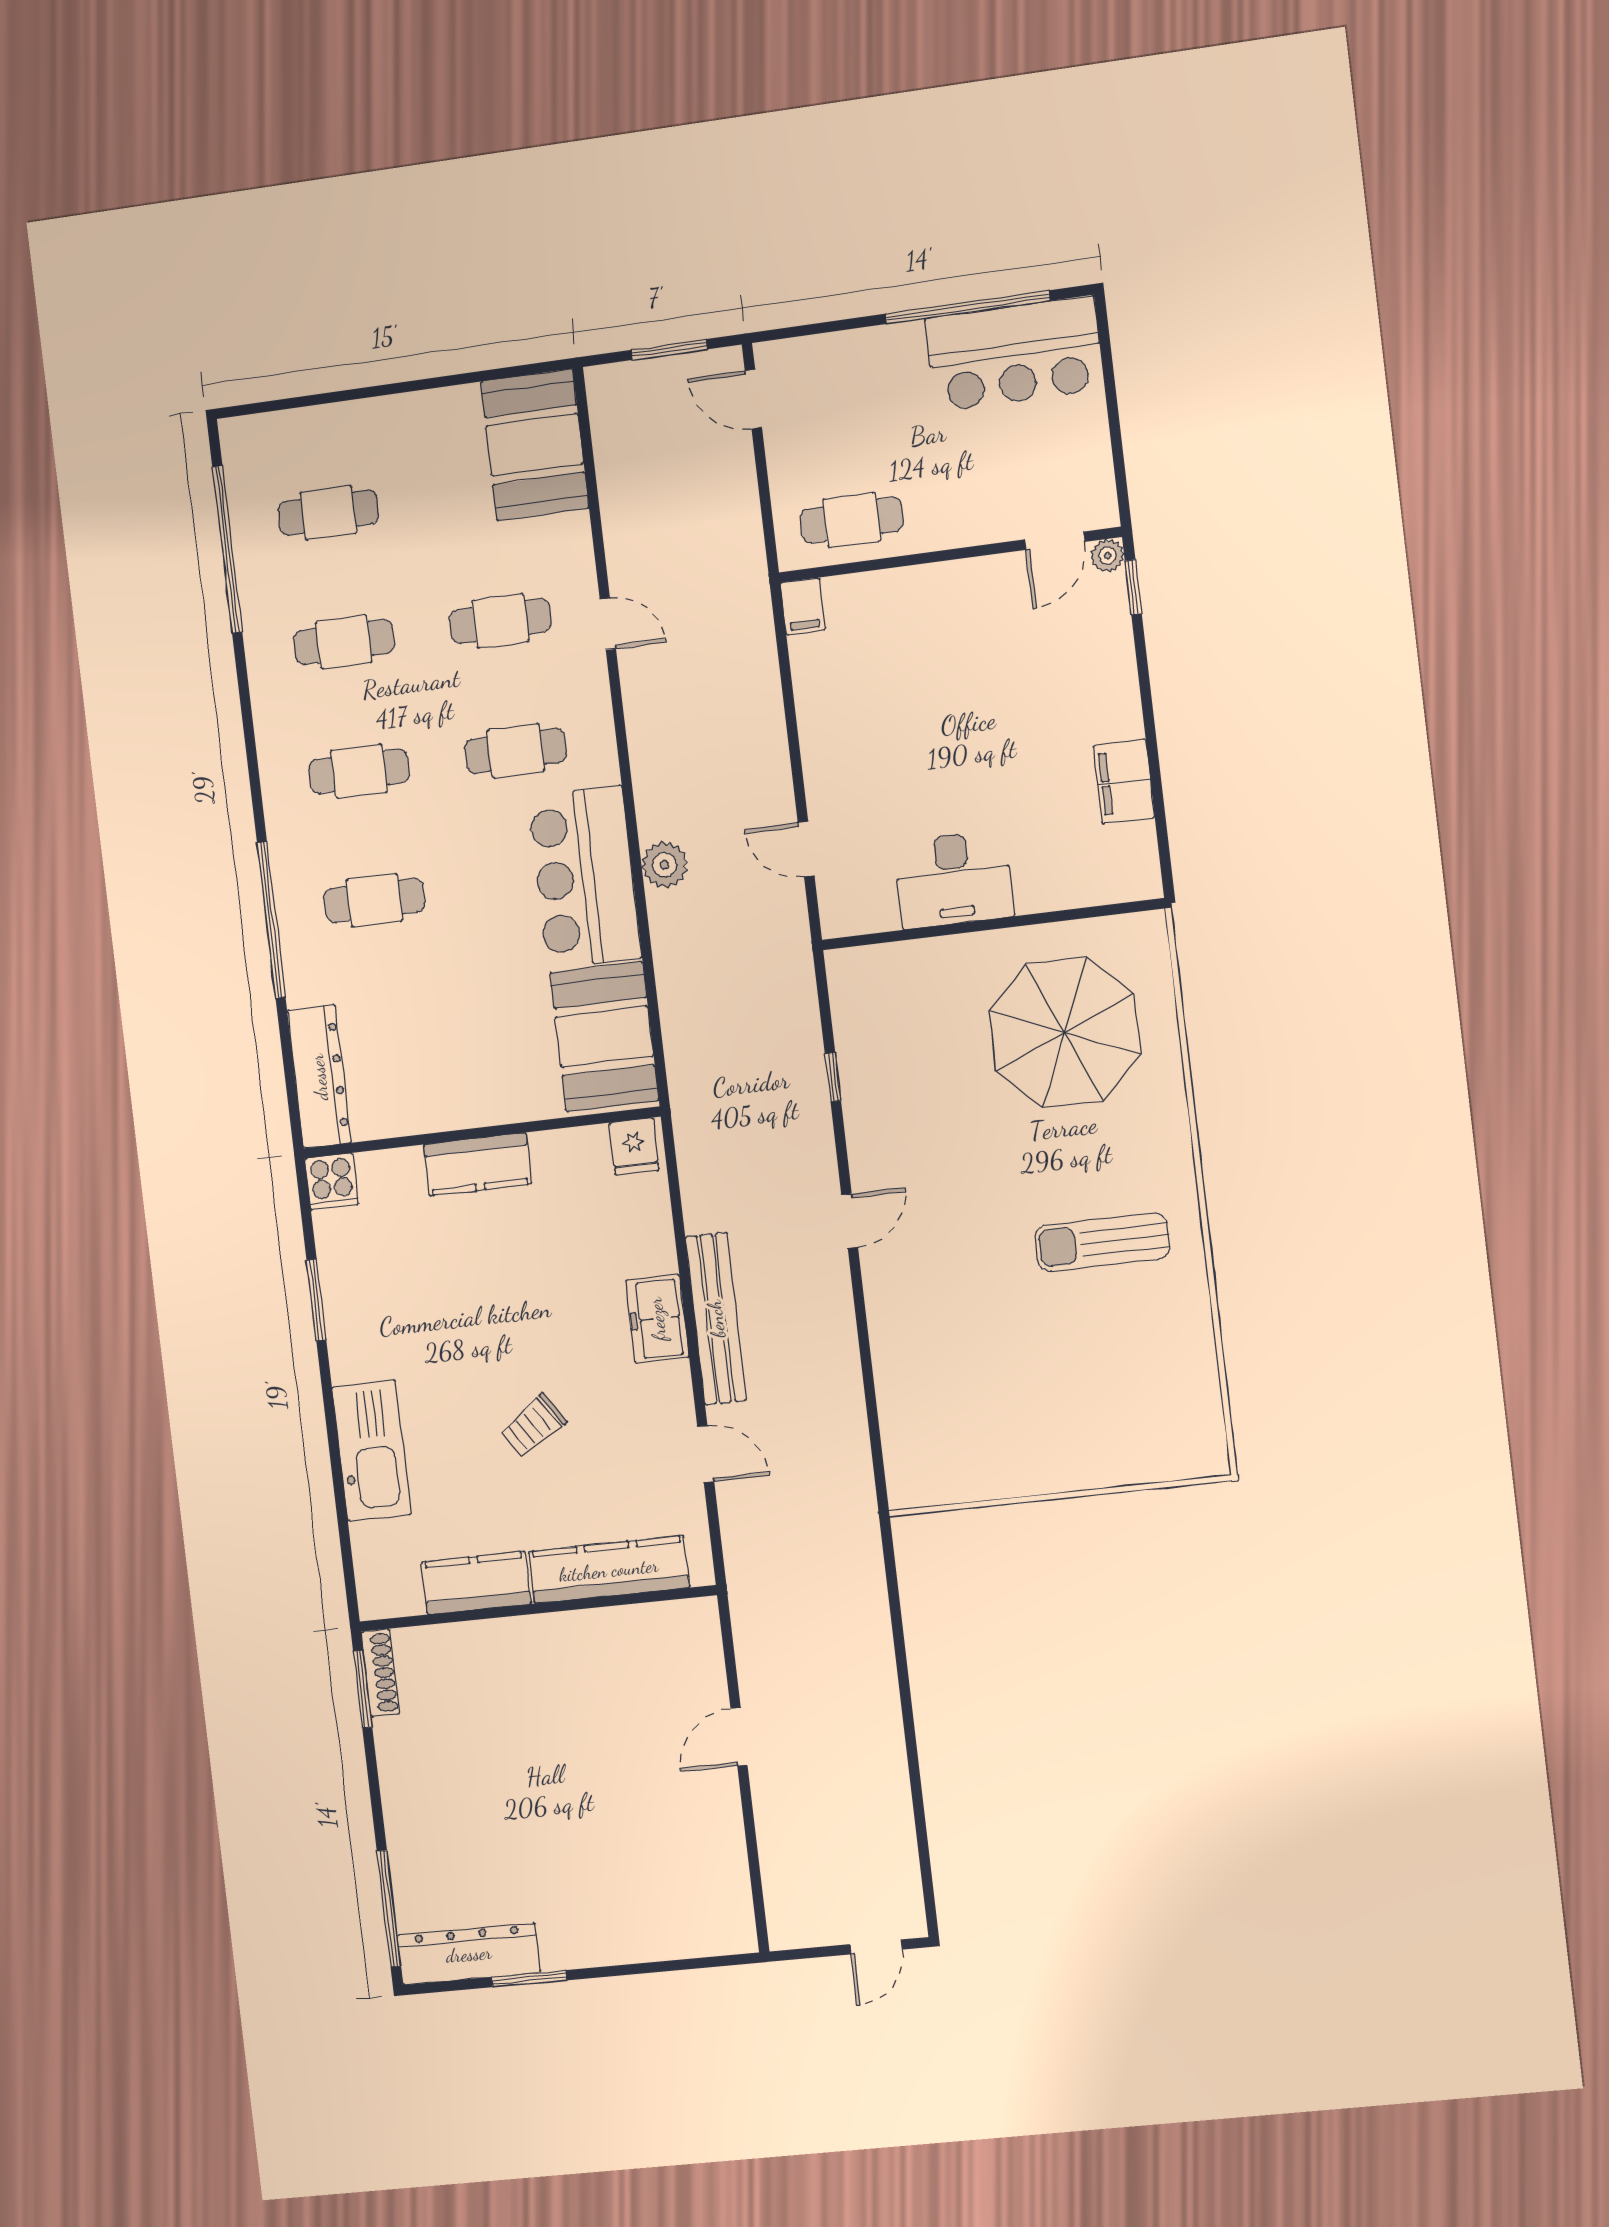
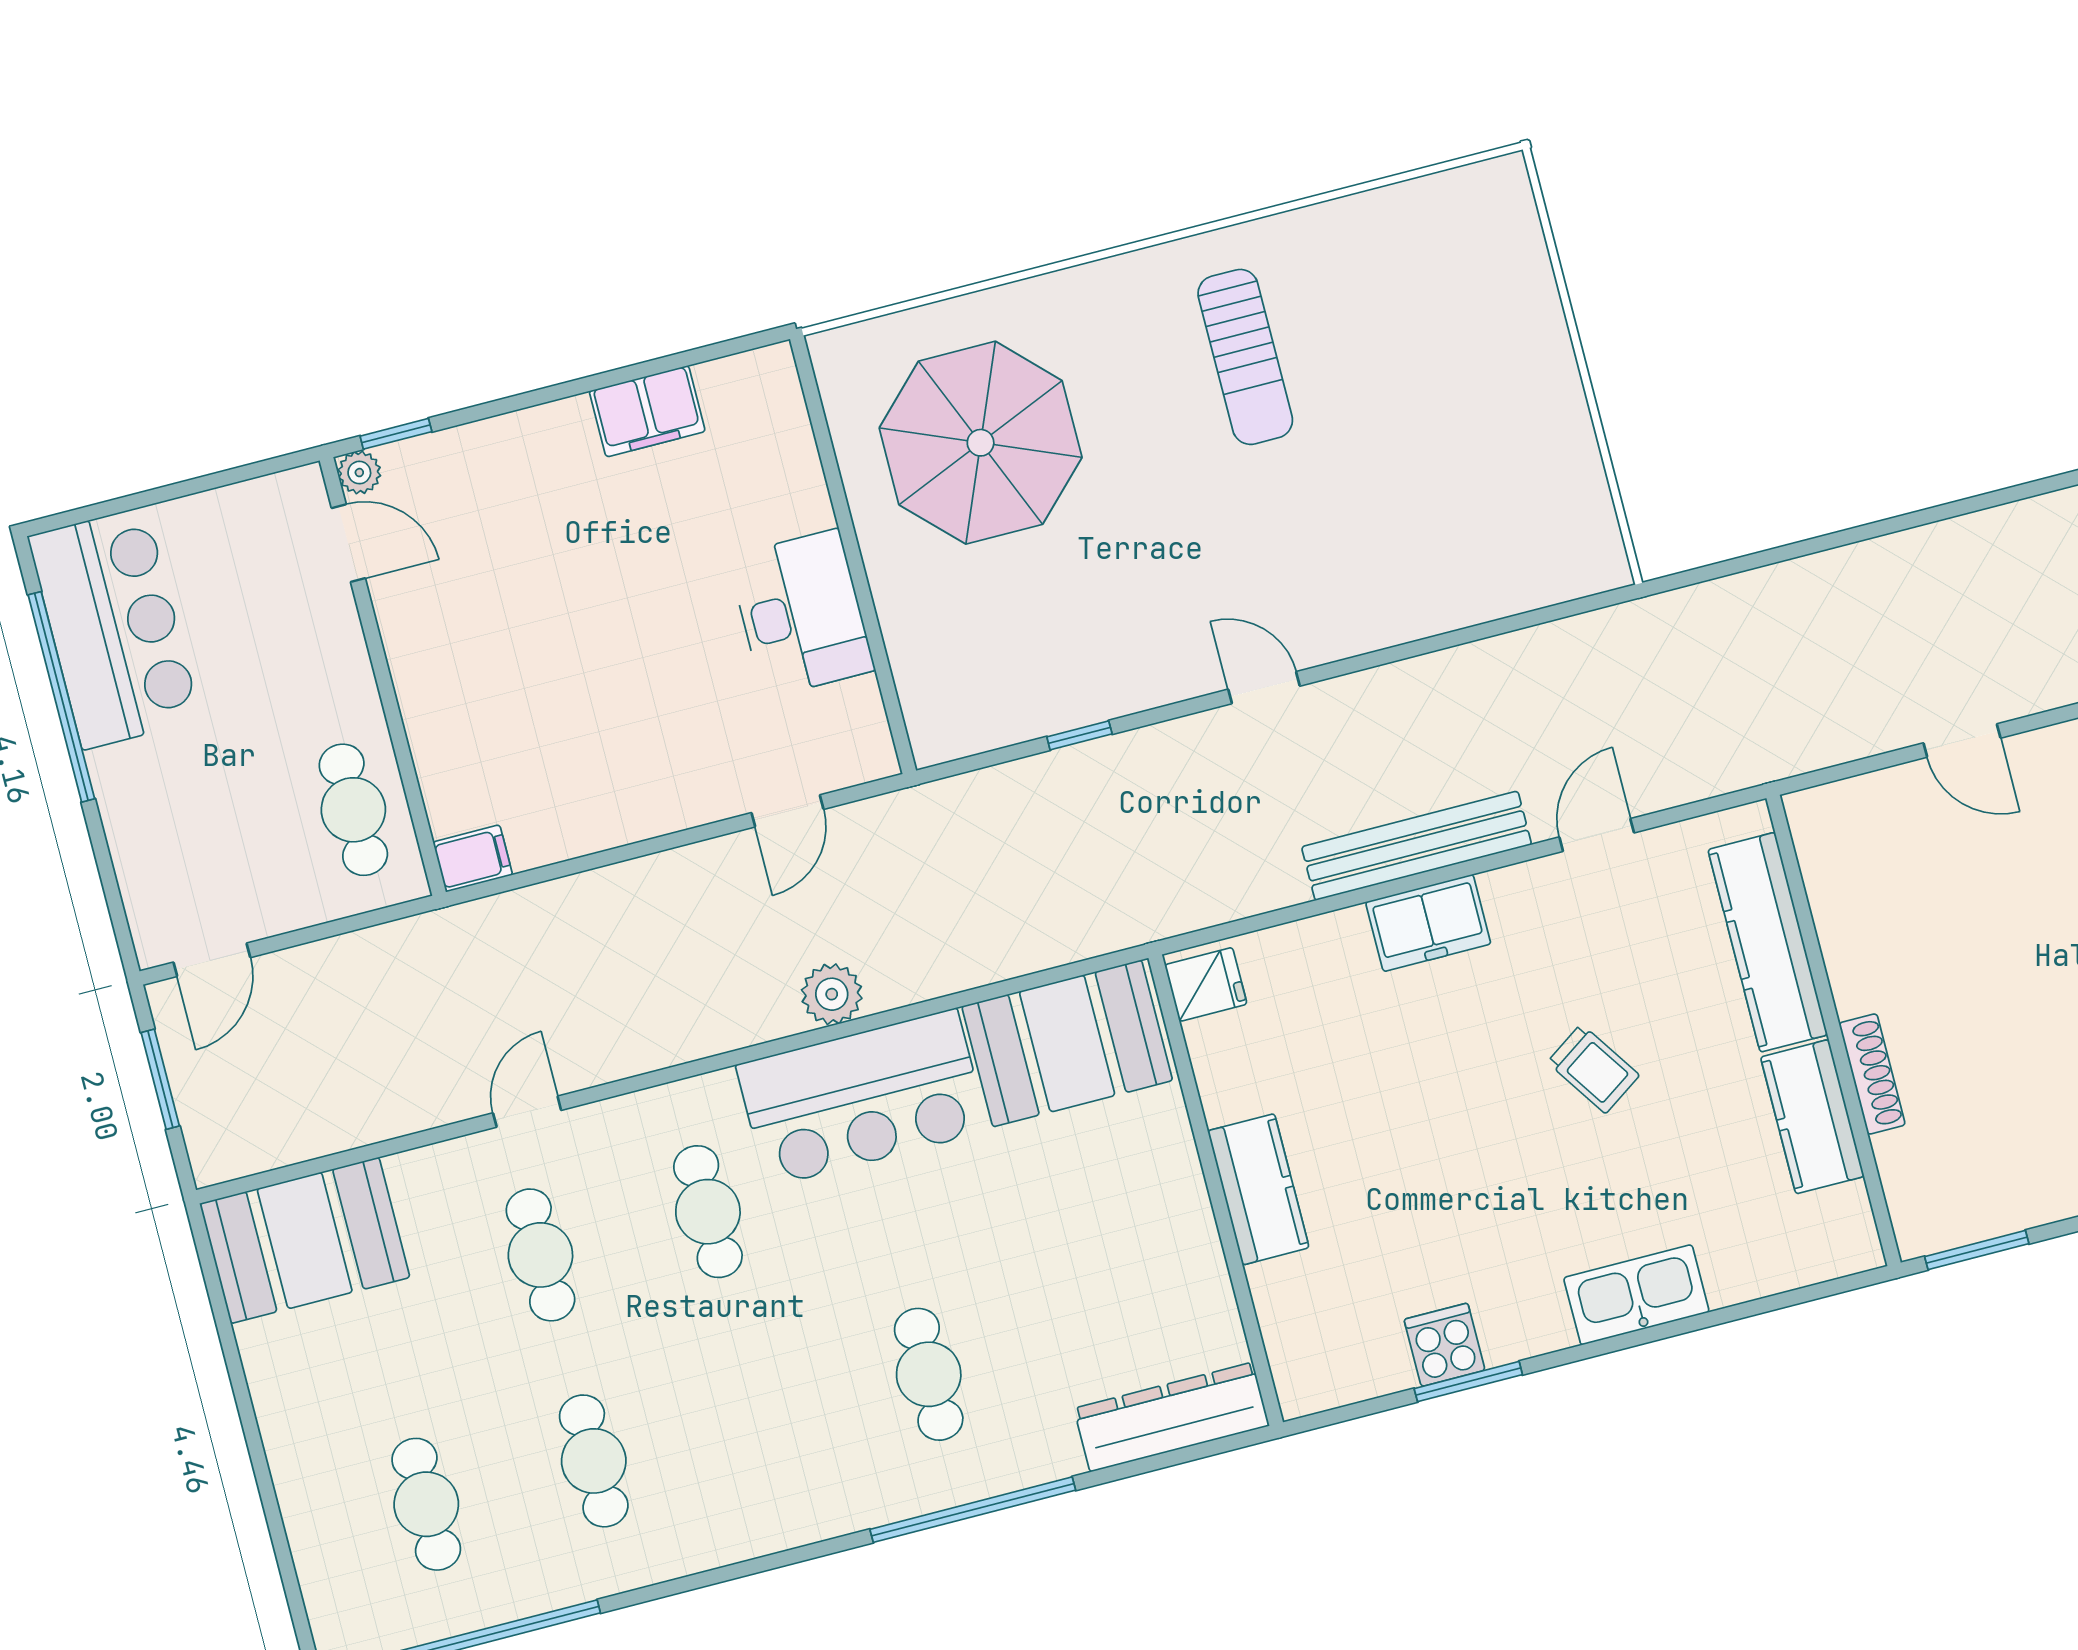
cafe table: (359, 771) -> (761, 1418), removed
cooker: (332, 1181) -> (1444, 1345), moved, turned -90
kitchen sink: (371, 1451) -> (1636, 1295), width x0.73, depth x0.81
shoe rack: (380, 1673) -> (1872, 1074), moved, turned 90

